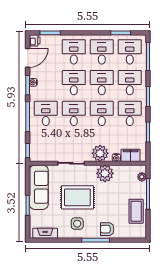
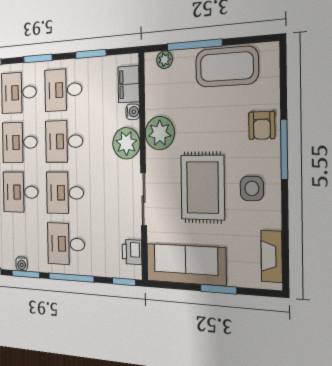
printer: (43, 156) -> (132, 252), added
coffee table: (136, 211) -> (227, 67), width x1.36, depth x1.32

